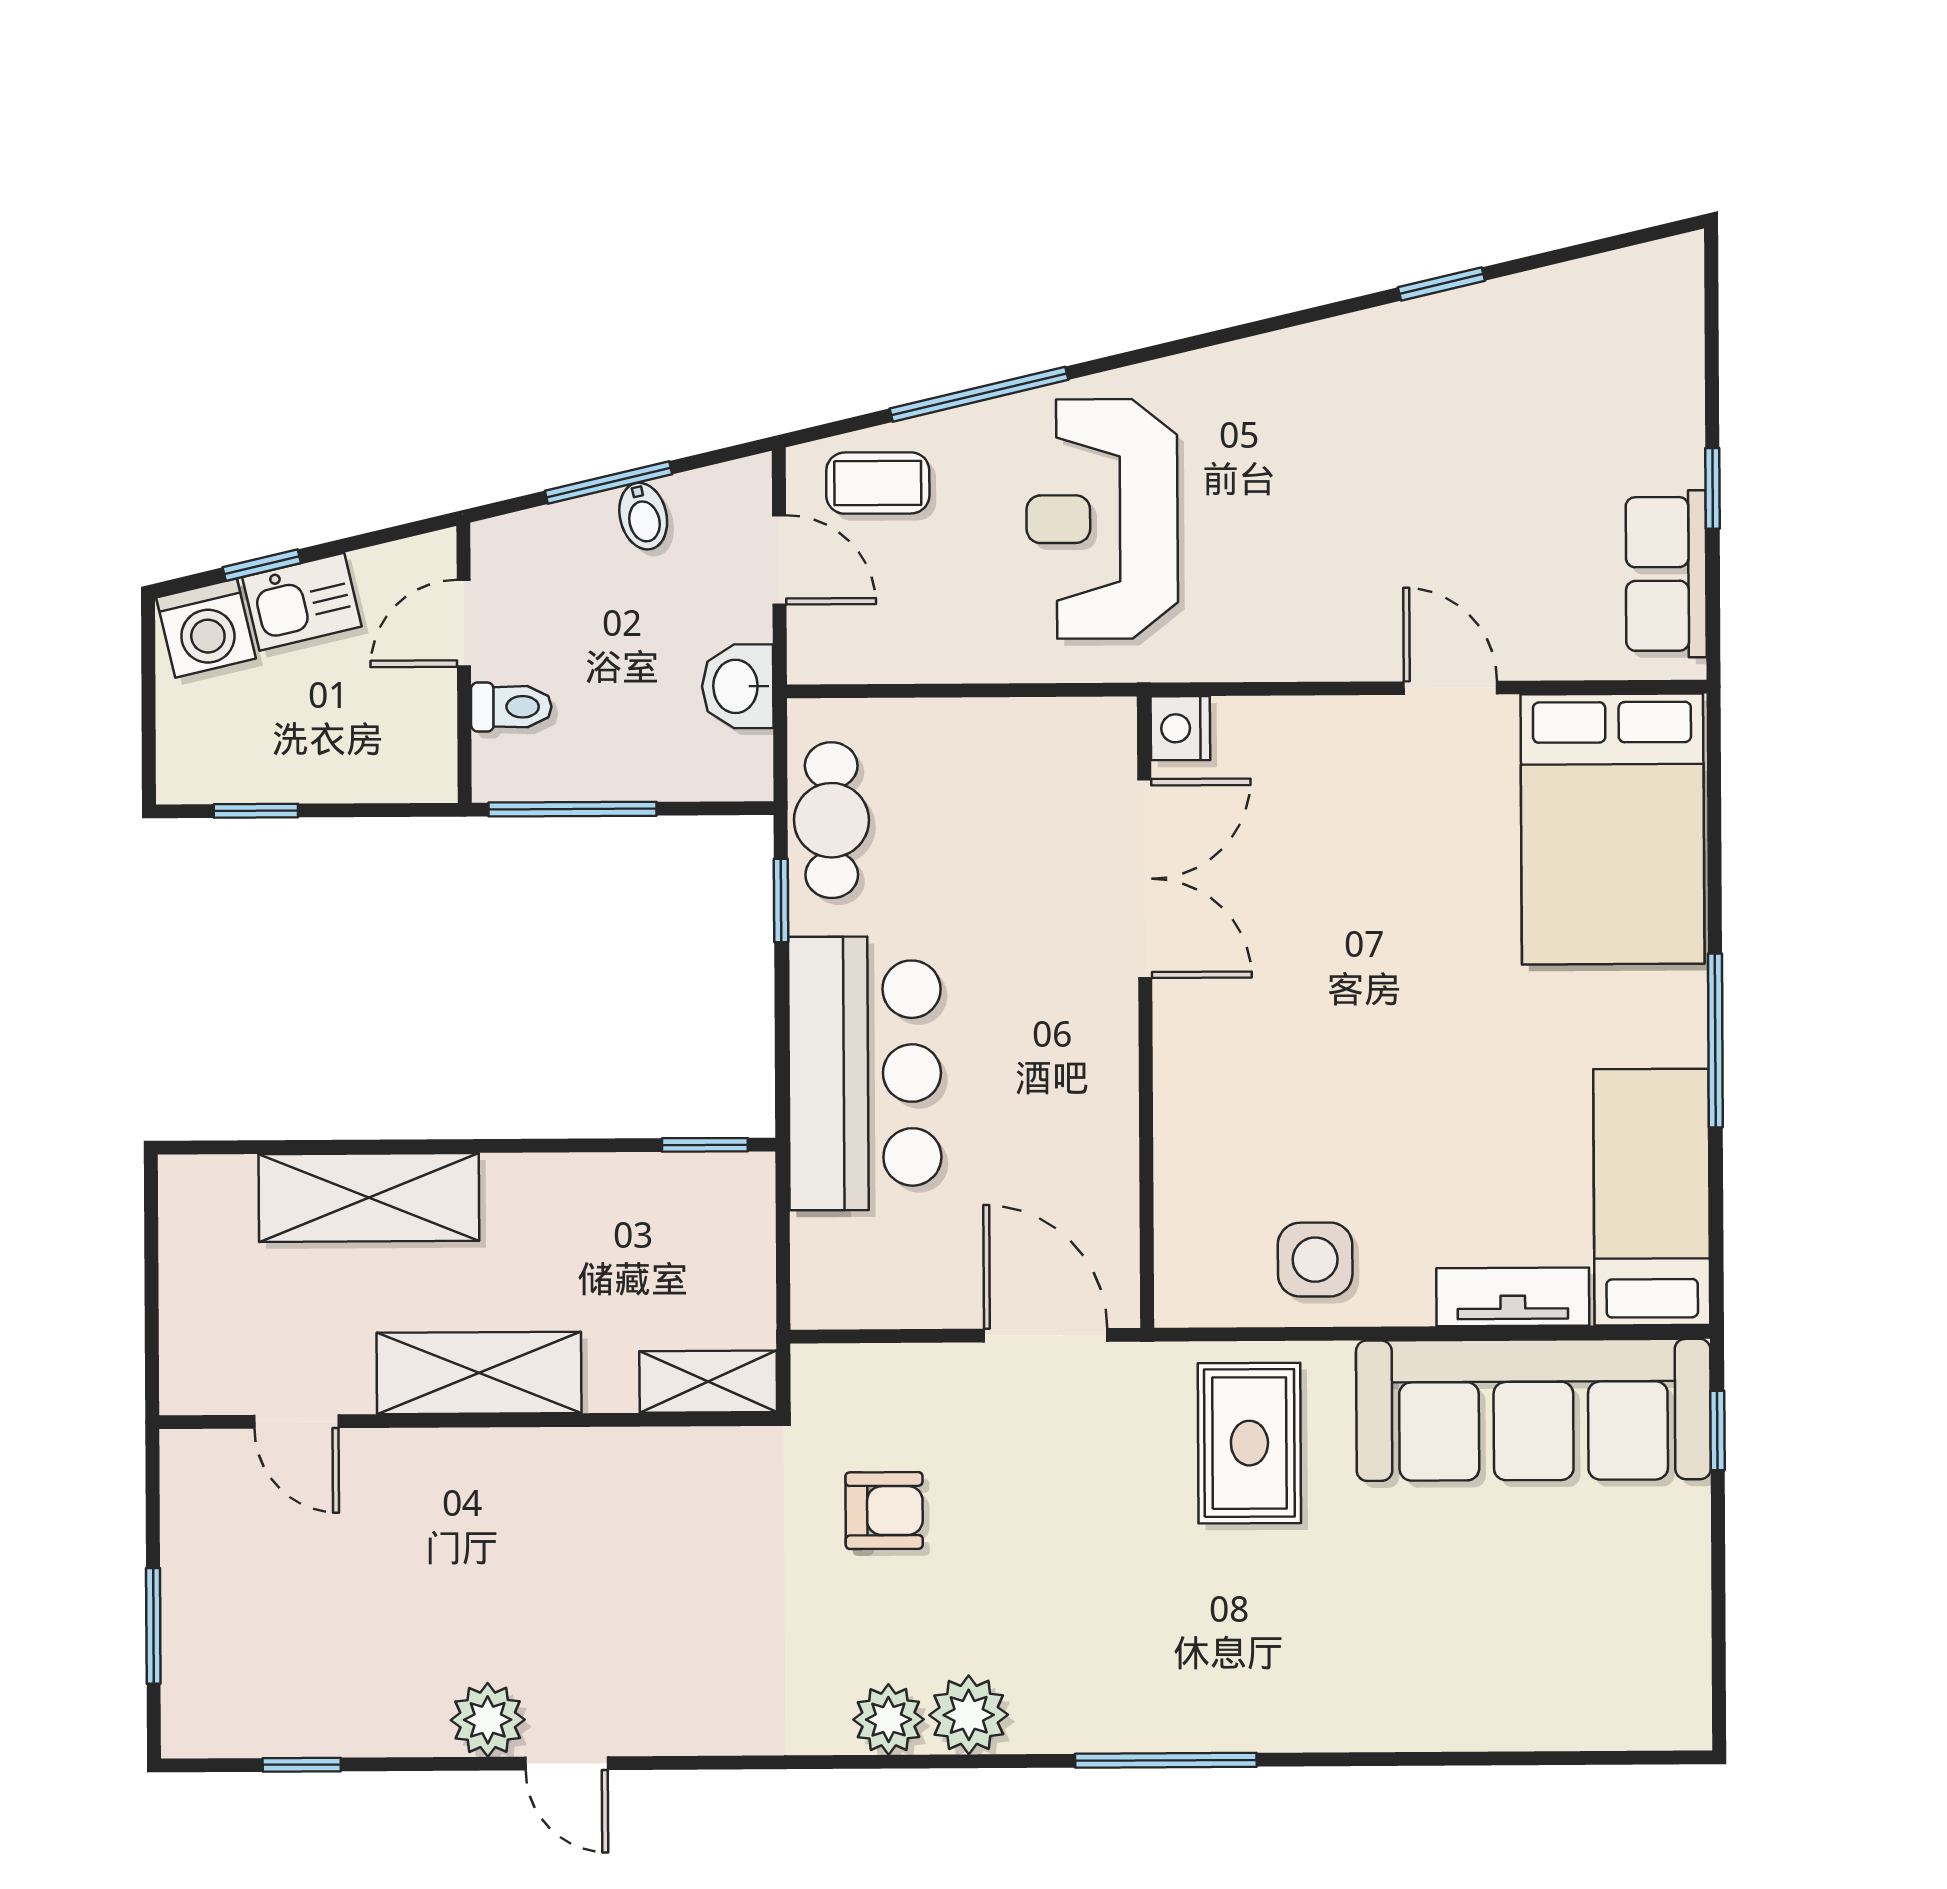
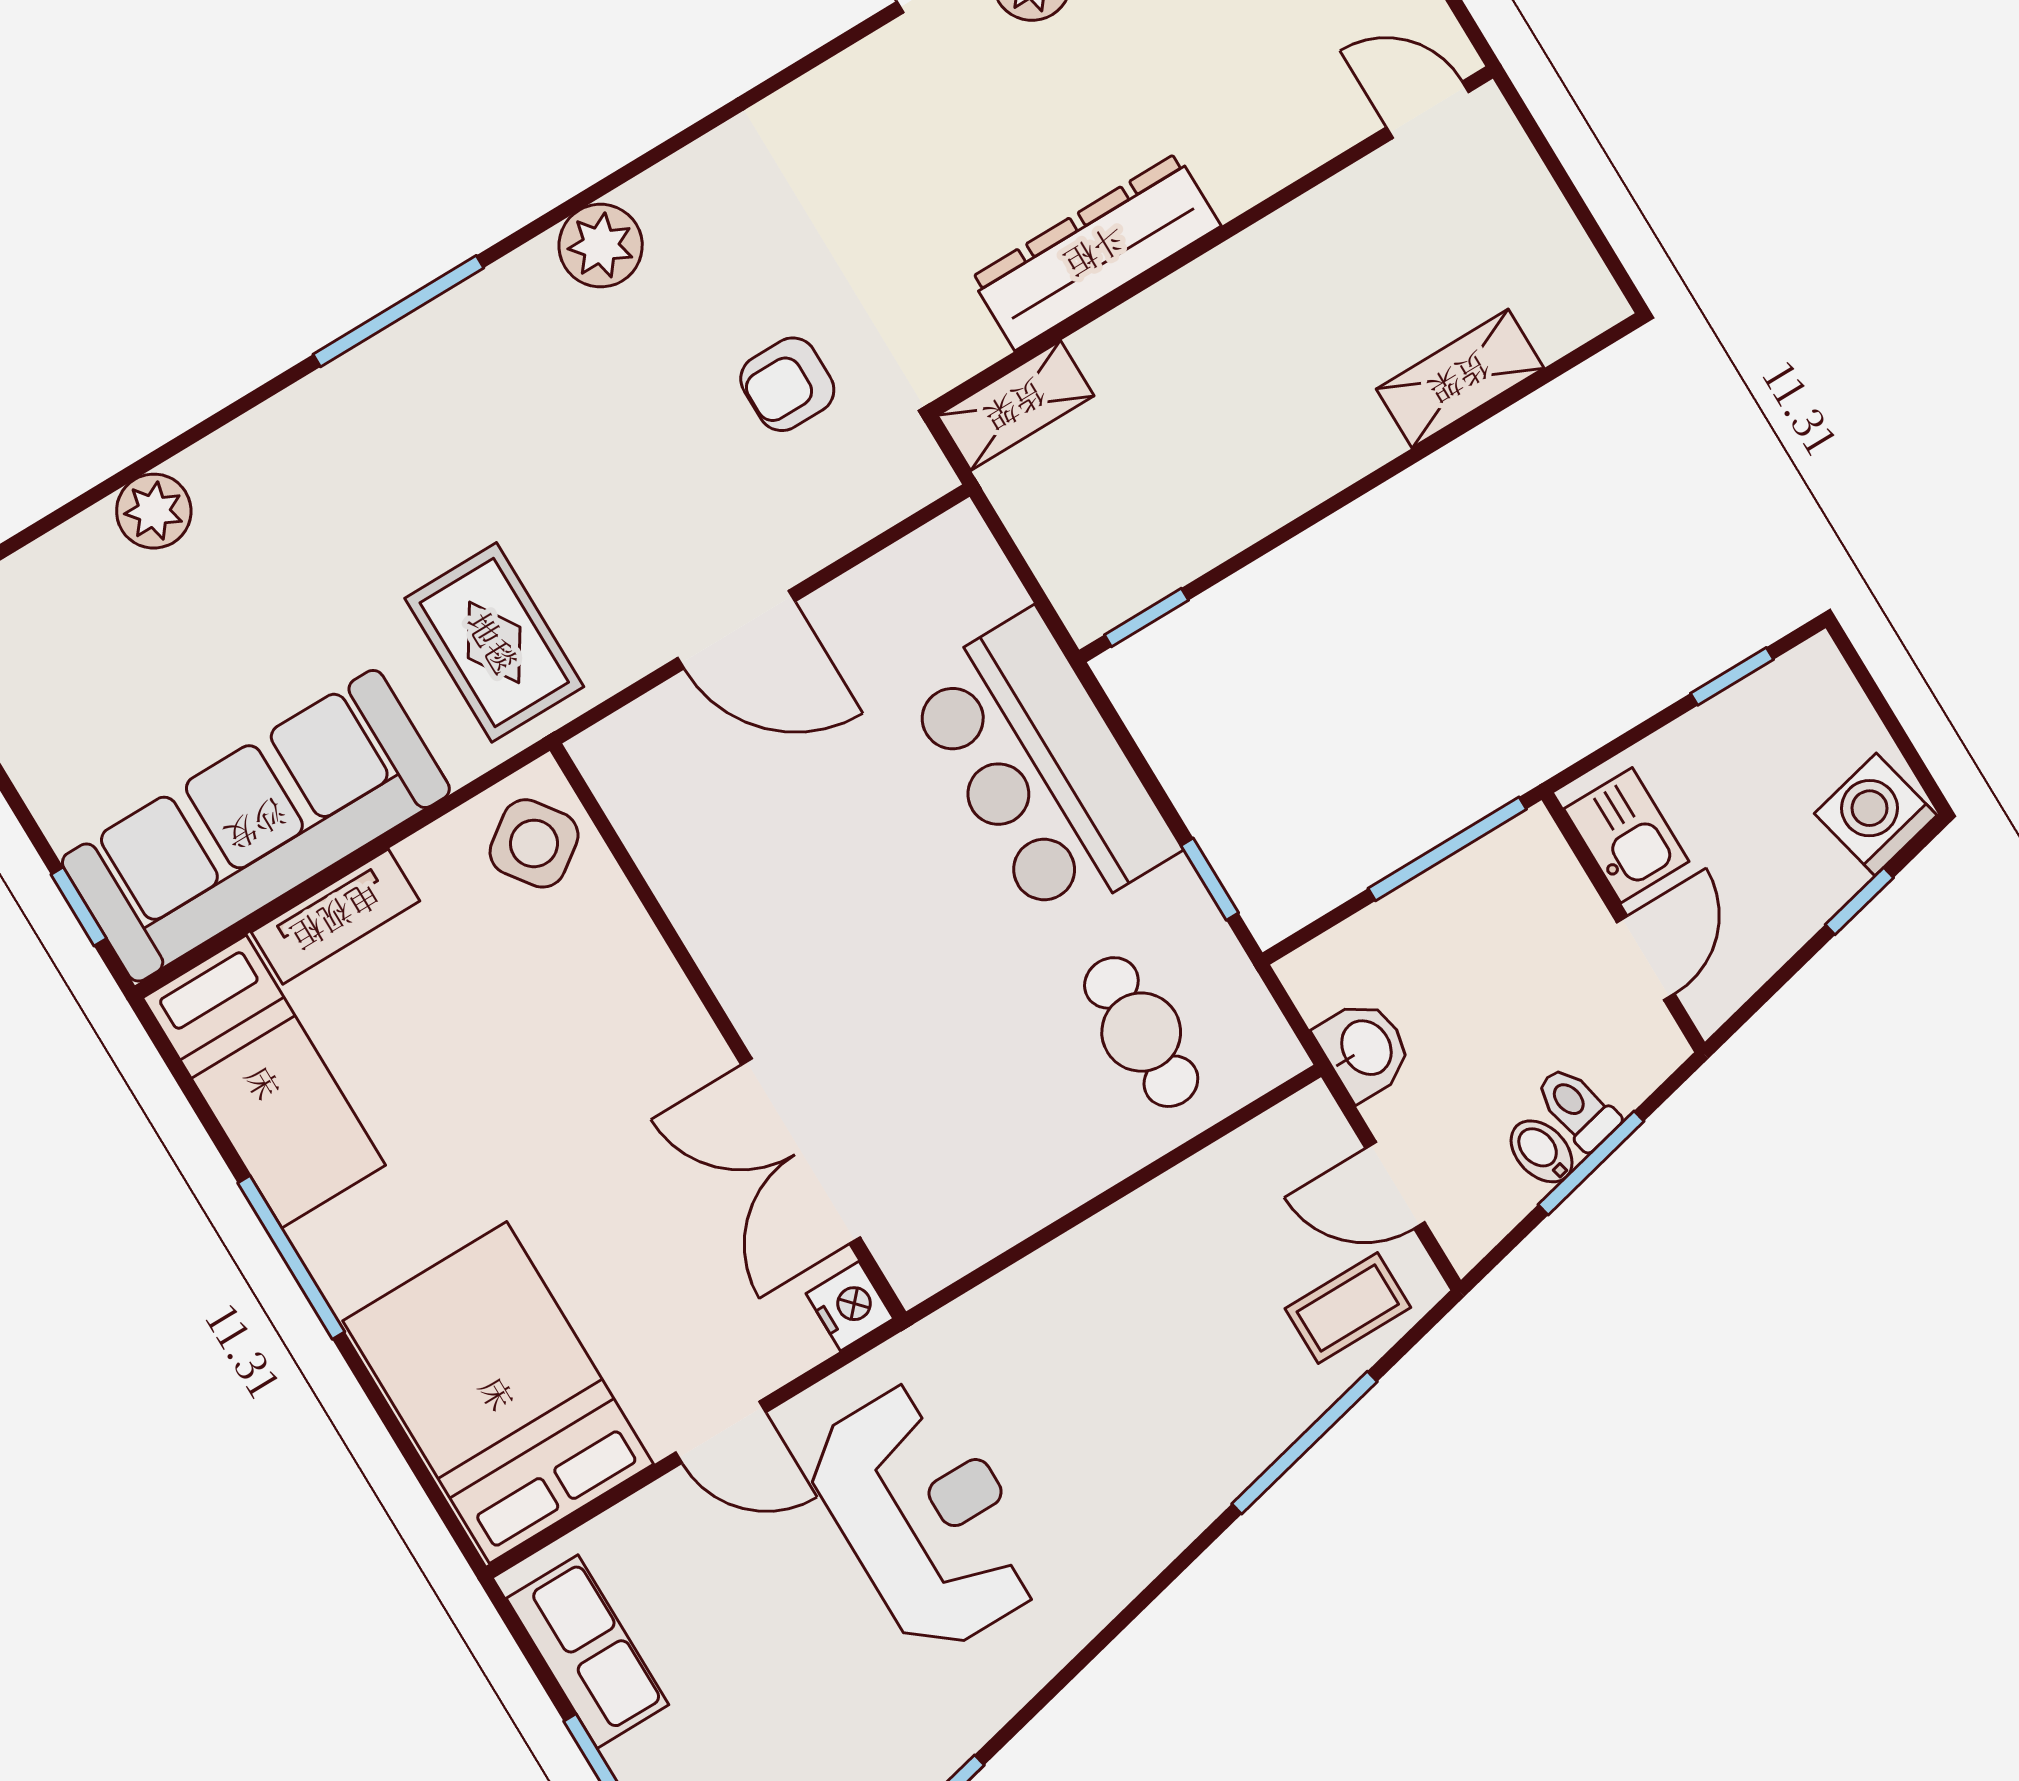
reception desk: (1102, 519) -> (926, 1516), moved
kitchen sink: (302, 602) -> (1626, 835), moved, turned 103
toilet: (511, 707) -> (1577, 1108), moved, turned 77
nightstand: (1180, 728) -> (850, 1306), moved
cafe table: (831, 820) -> (1141, 1032), moved
double door: (1145, 879) -> (801, 1151), moved
wall: (1145, 1012) -> (728, 1031), moved
shelving: (369, 1197) -> (1460, 379), width x0.67, depth x0.75
side table: (1315, 1260) -> (534, 843), turned -36
shelving: (479, 1373) -> (1227, 290), removed
door: (296, 1422) -> (1428, 110), moved
dresser: (568, 1468) -> (1096, 252), added
plant: (888, 1720) -> (154, 511), moved

